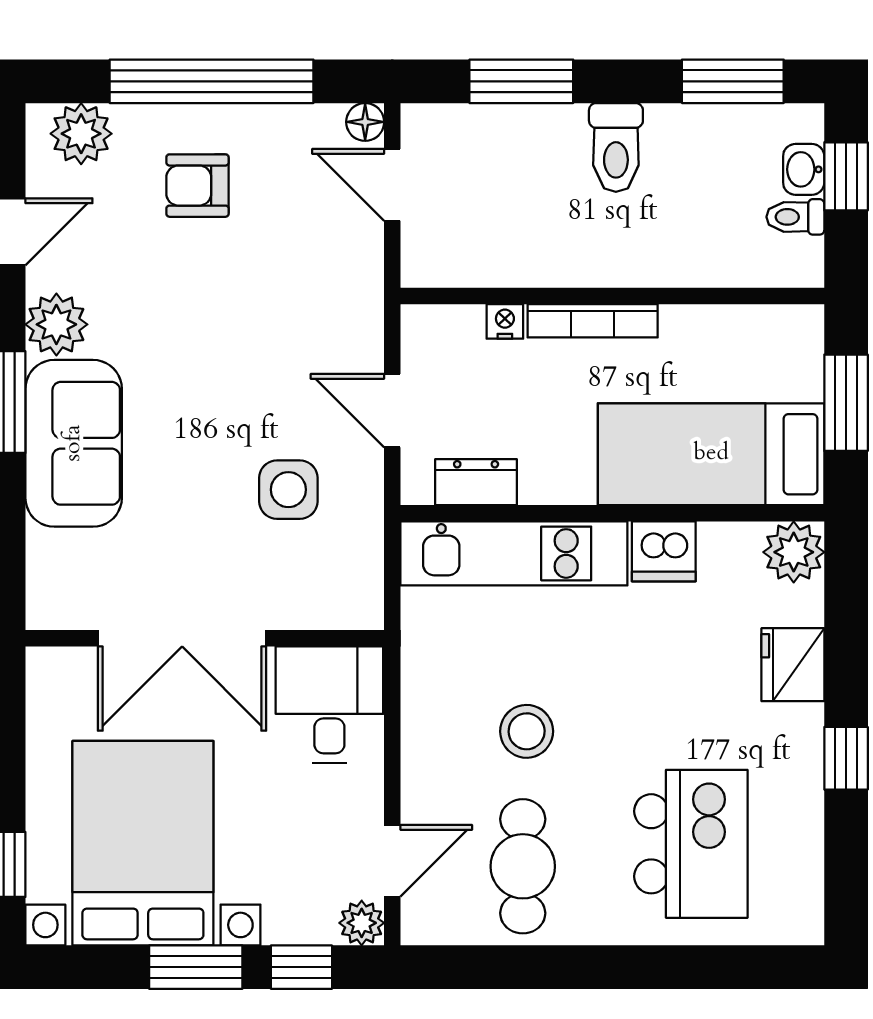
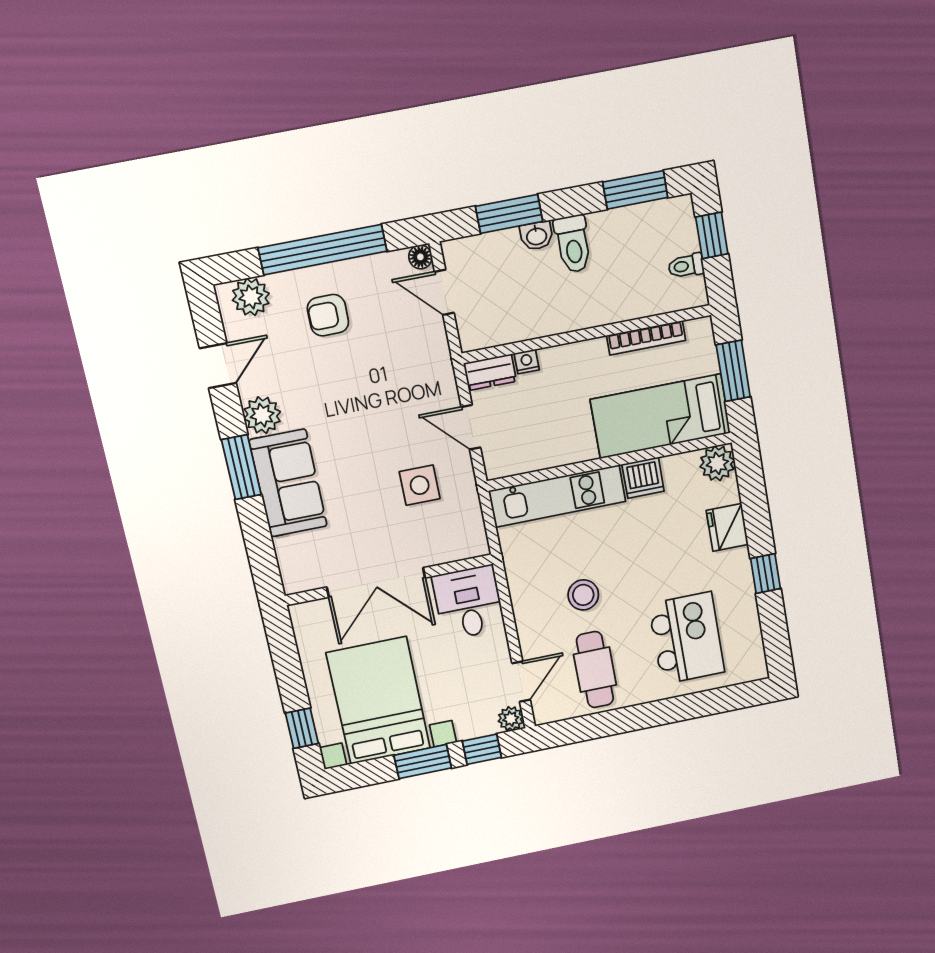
washbasin: (804, 169) -> (537, 236), moved, turned -90
bookcase: (593, 321) -> (646, 338), moved
dresser: (476, 482) -> (490, 372), moved, turned 180

